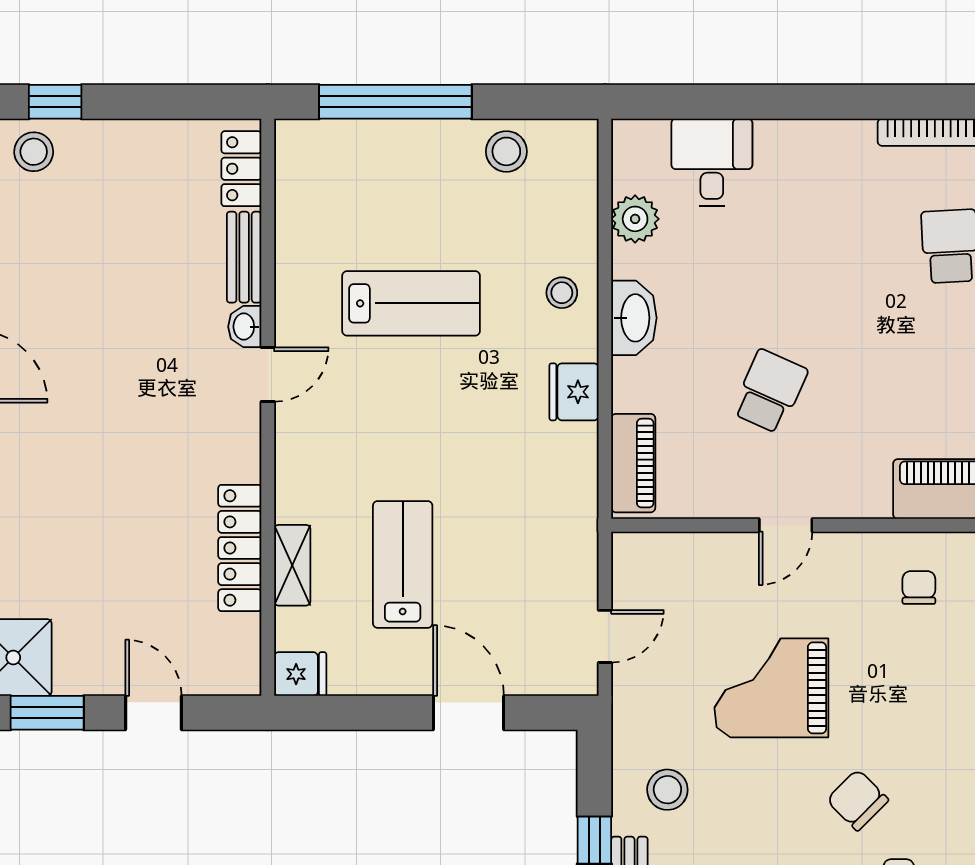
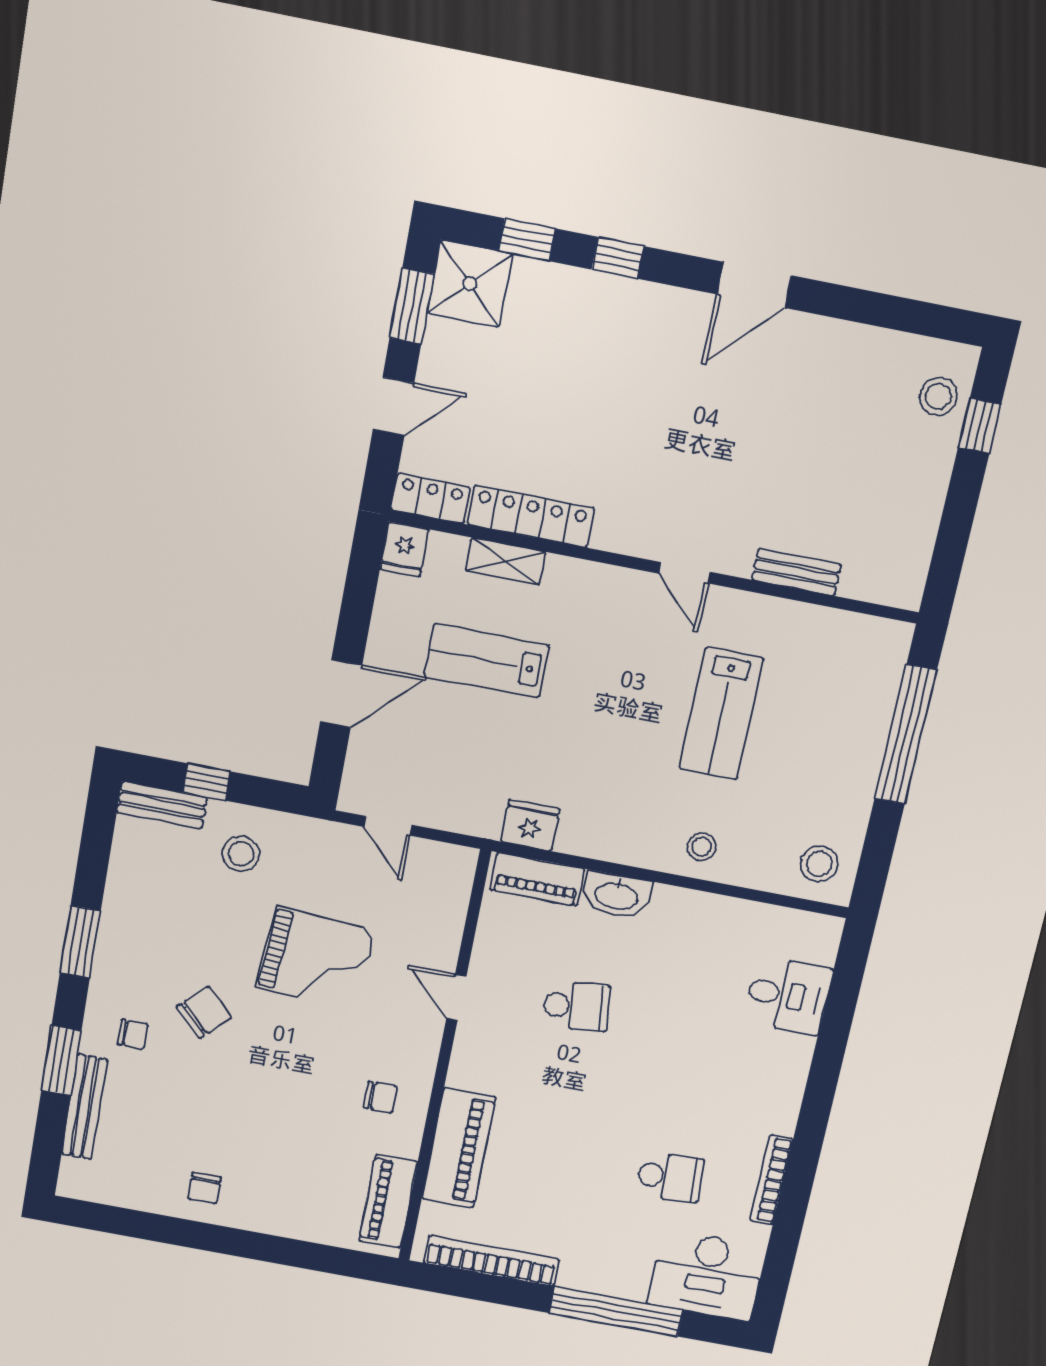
stool: (506, 151) -> (819, 864), moved
locker: (241, 169) -> (431, 498), moved
plant: (635, 219) -> (753, 922), removed
washbasin: (634, 318) -> (617, 895), moved
washbasin: (245, 327) -> (733, 560), removed
school desk: (770, 391) -> (576, 1006), turned -30
fridge: (574, 392) -> (530, 825), moved
lab bench: (403, 564) -> (487, 661), turned 180
grand piano: (771, 688) -> (315, 959), turned 94

